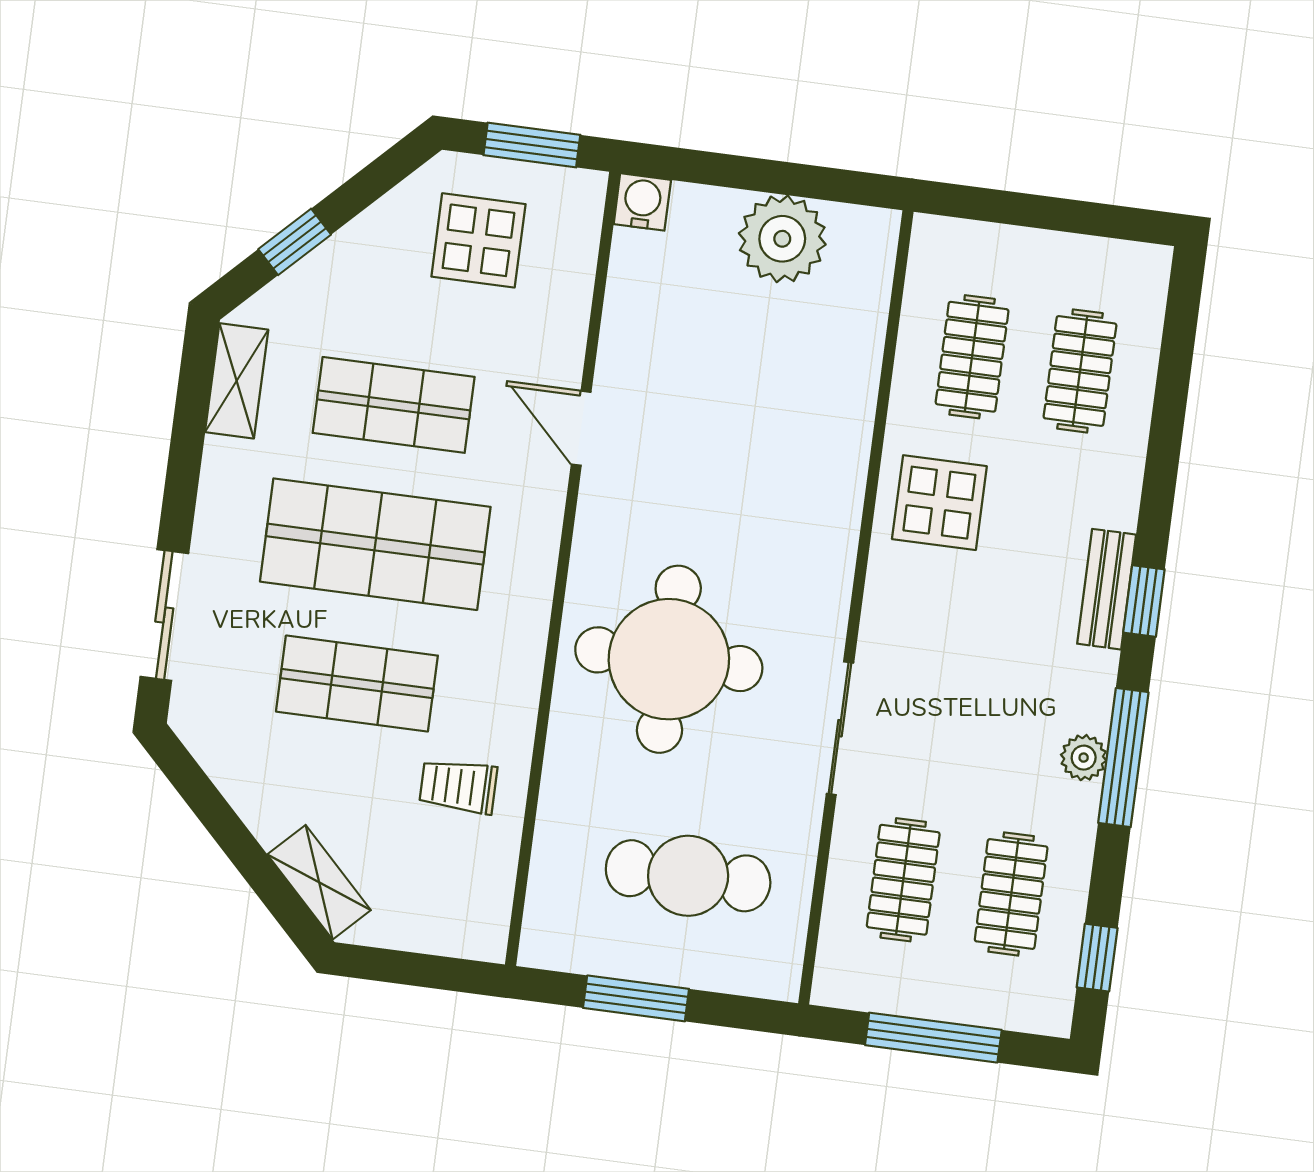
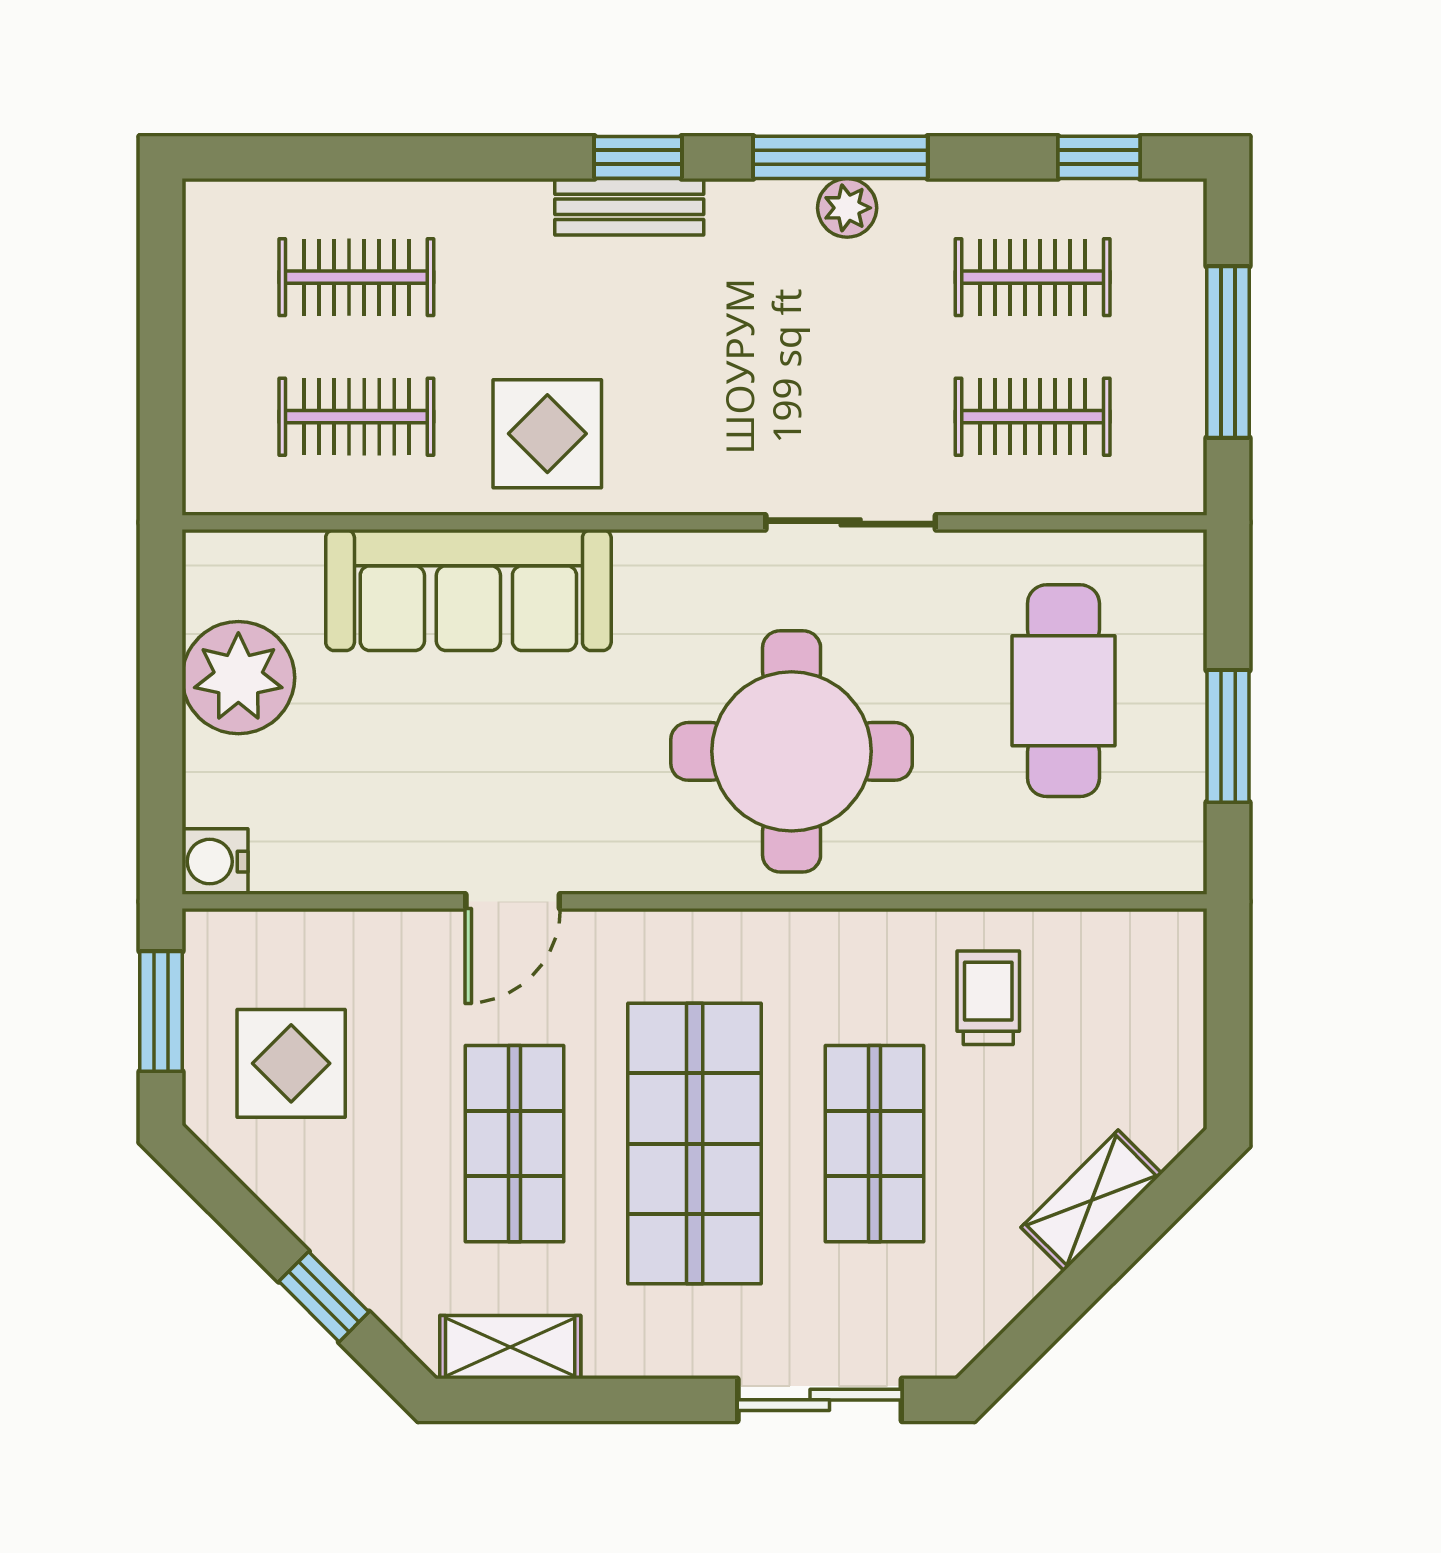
sofa: (827, 426) -> (468, 590), added
trolley: (458, 786) -> (988, 998), turned 180
shelving: (319, 882) -> (1091, 1200), moved

